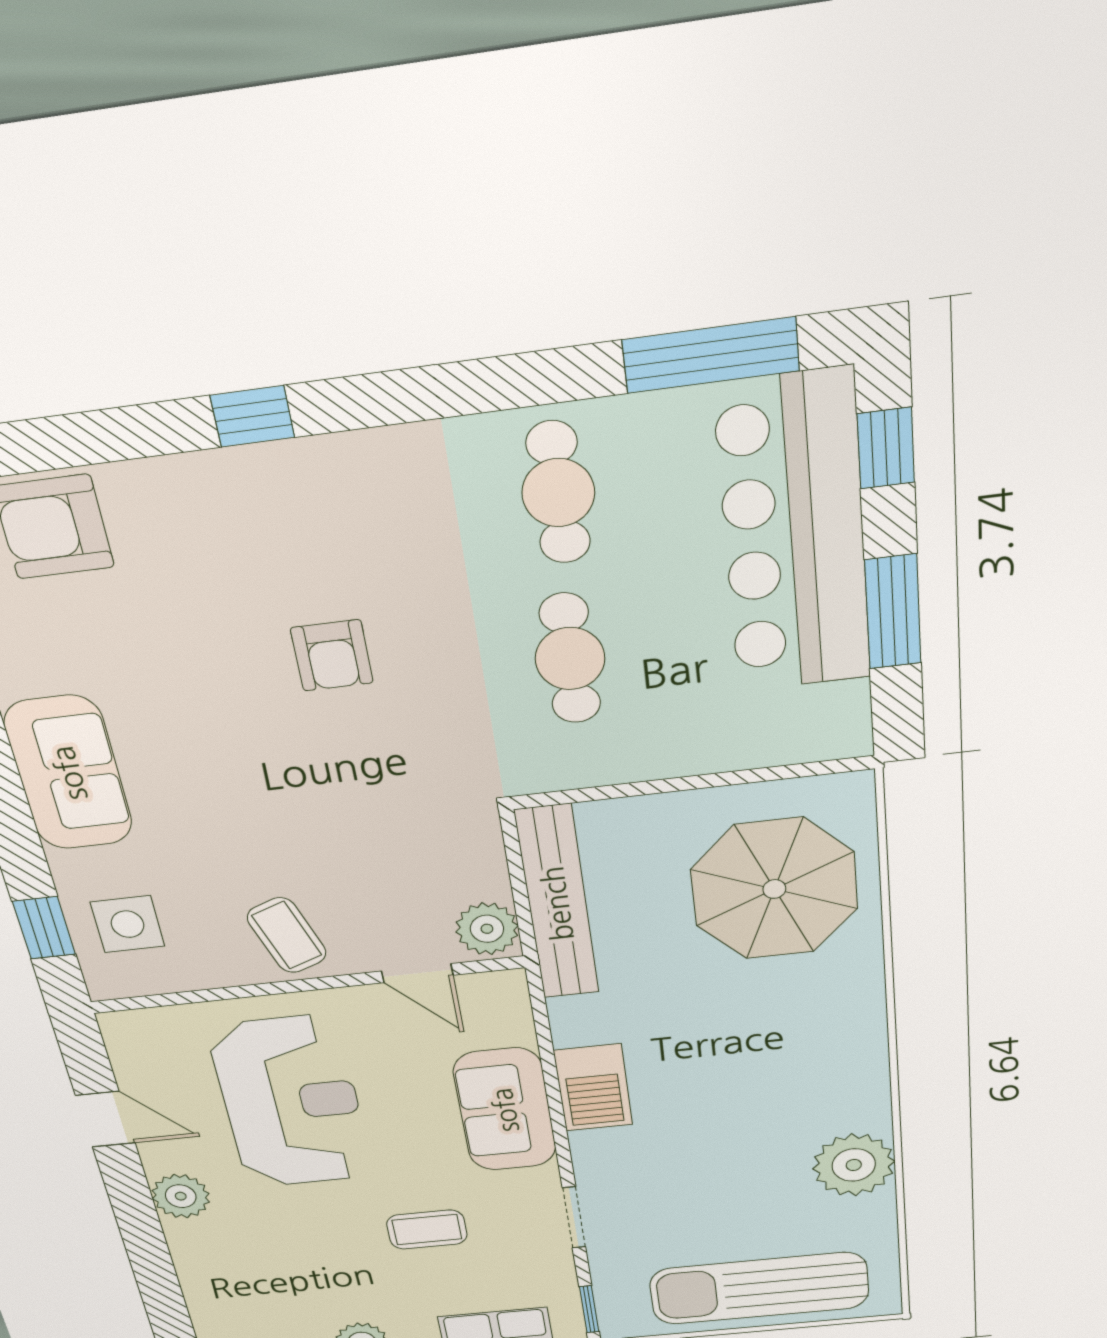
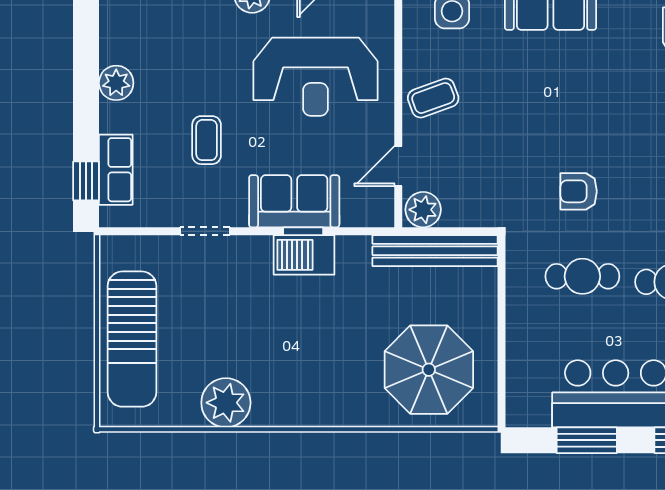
armchair: (332, 655) -> (579, 191), moved
sun lounger: (759, 1288) -> (132, 339), turned 180
window: (589, 1309) -> (303, 231), moved

